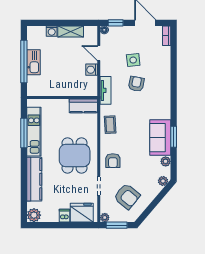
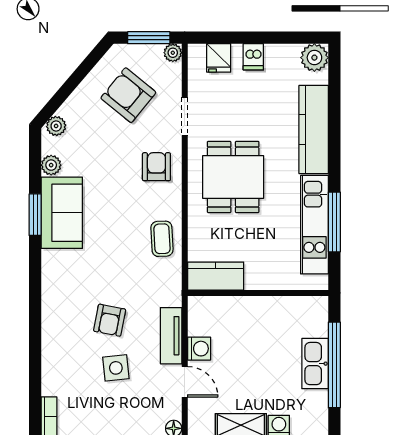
tv unit: (106, 90) -> (171, 336), moved
fridge: (82, 213) -> (219, 58), width x0.53, depth x0.75

